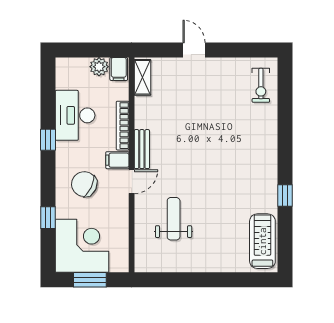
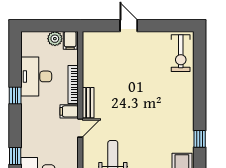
shelving: (142, 77) -> (89, 47), removed
exercise bike: (261, 85) -> (181, 53), width x1.38, depth x1.39
chair: (84, 184) -> (43, 130), removed

